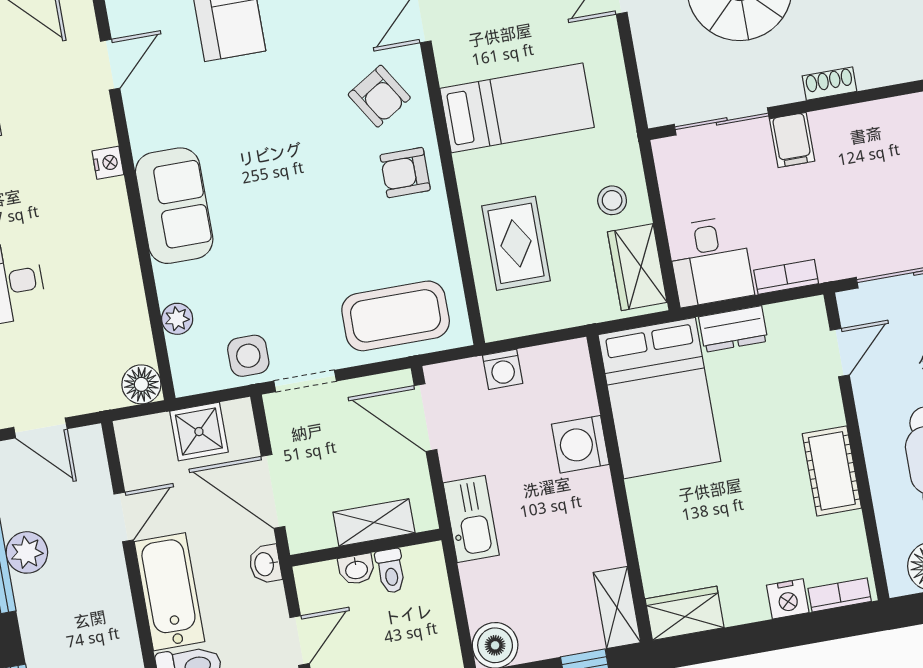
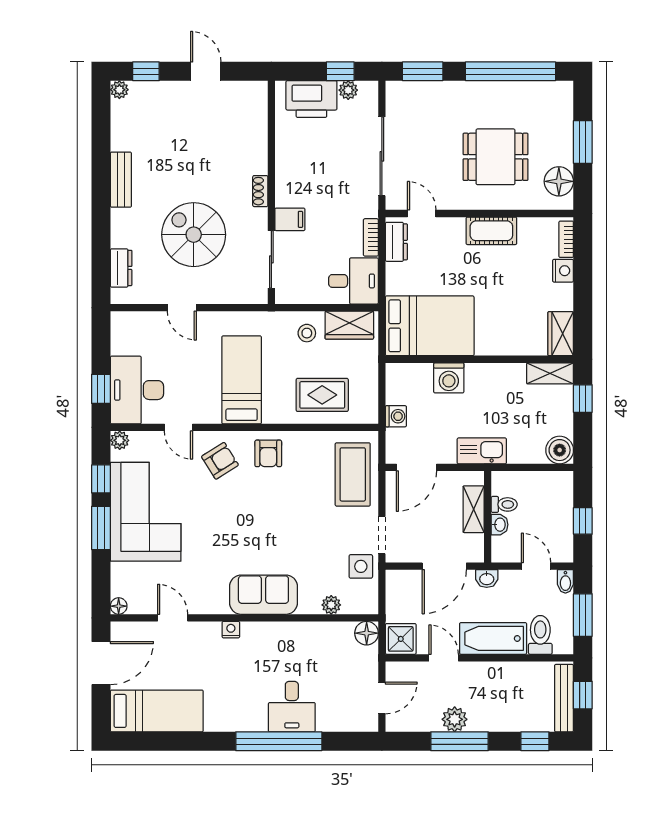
dresser: (733, 329) -> (396, 242), moved
shower: (199, 432) -> (401, 639), moved

